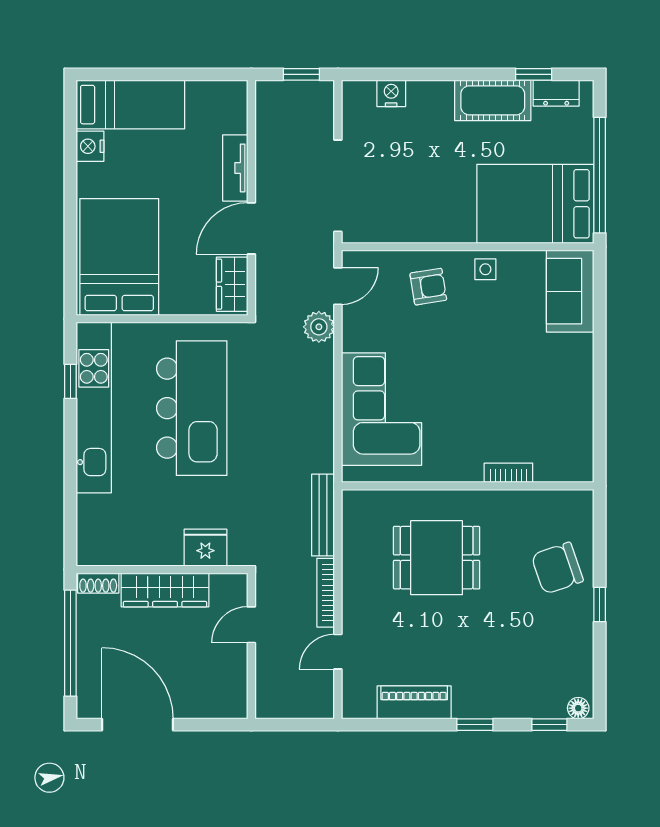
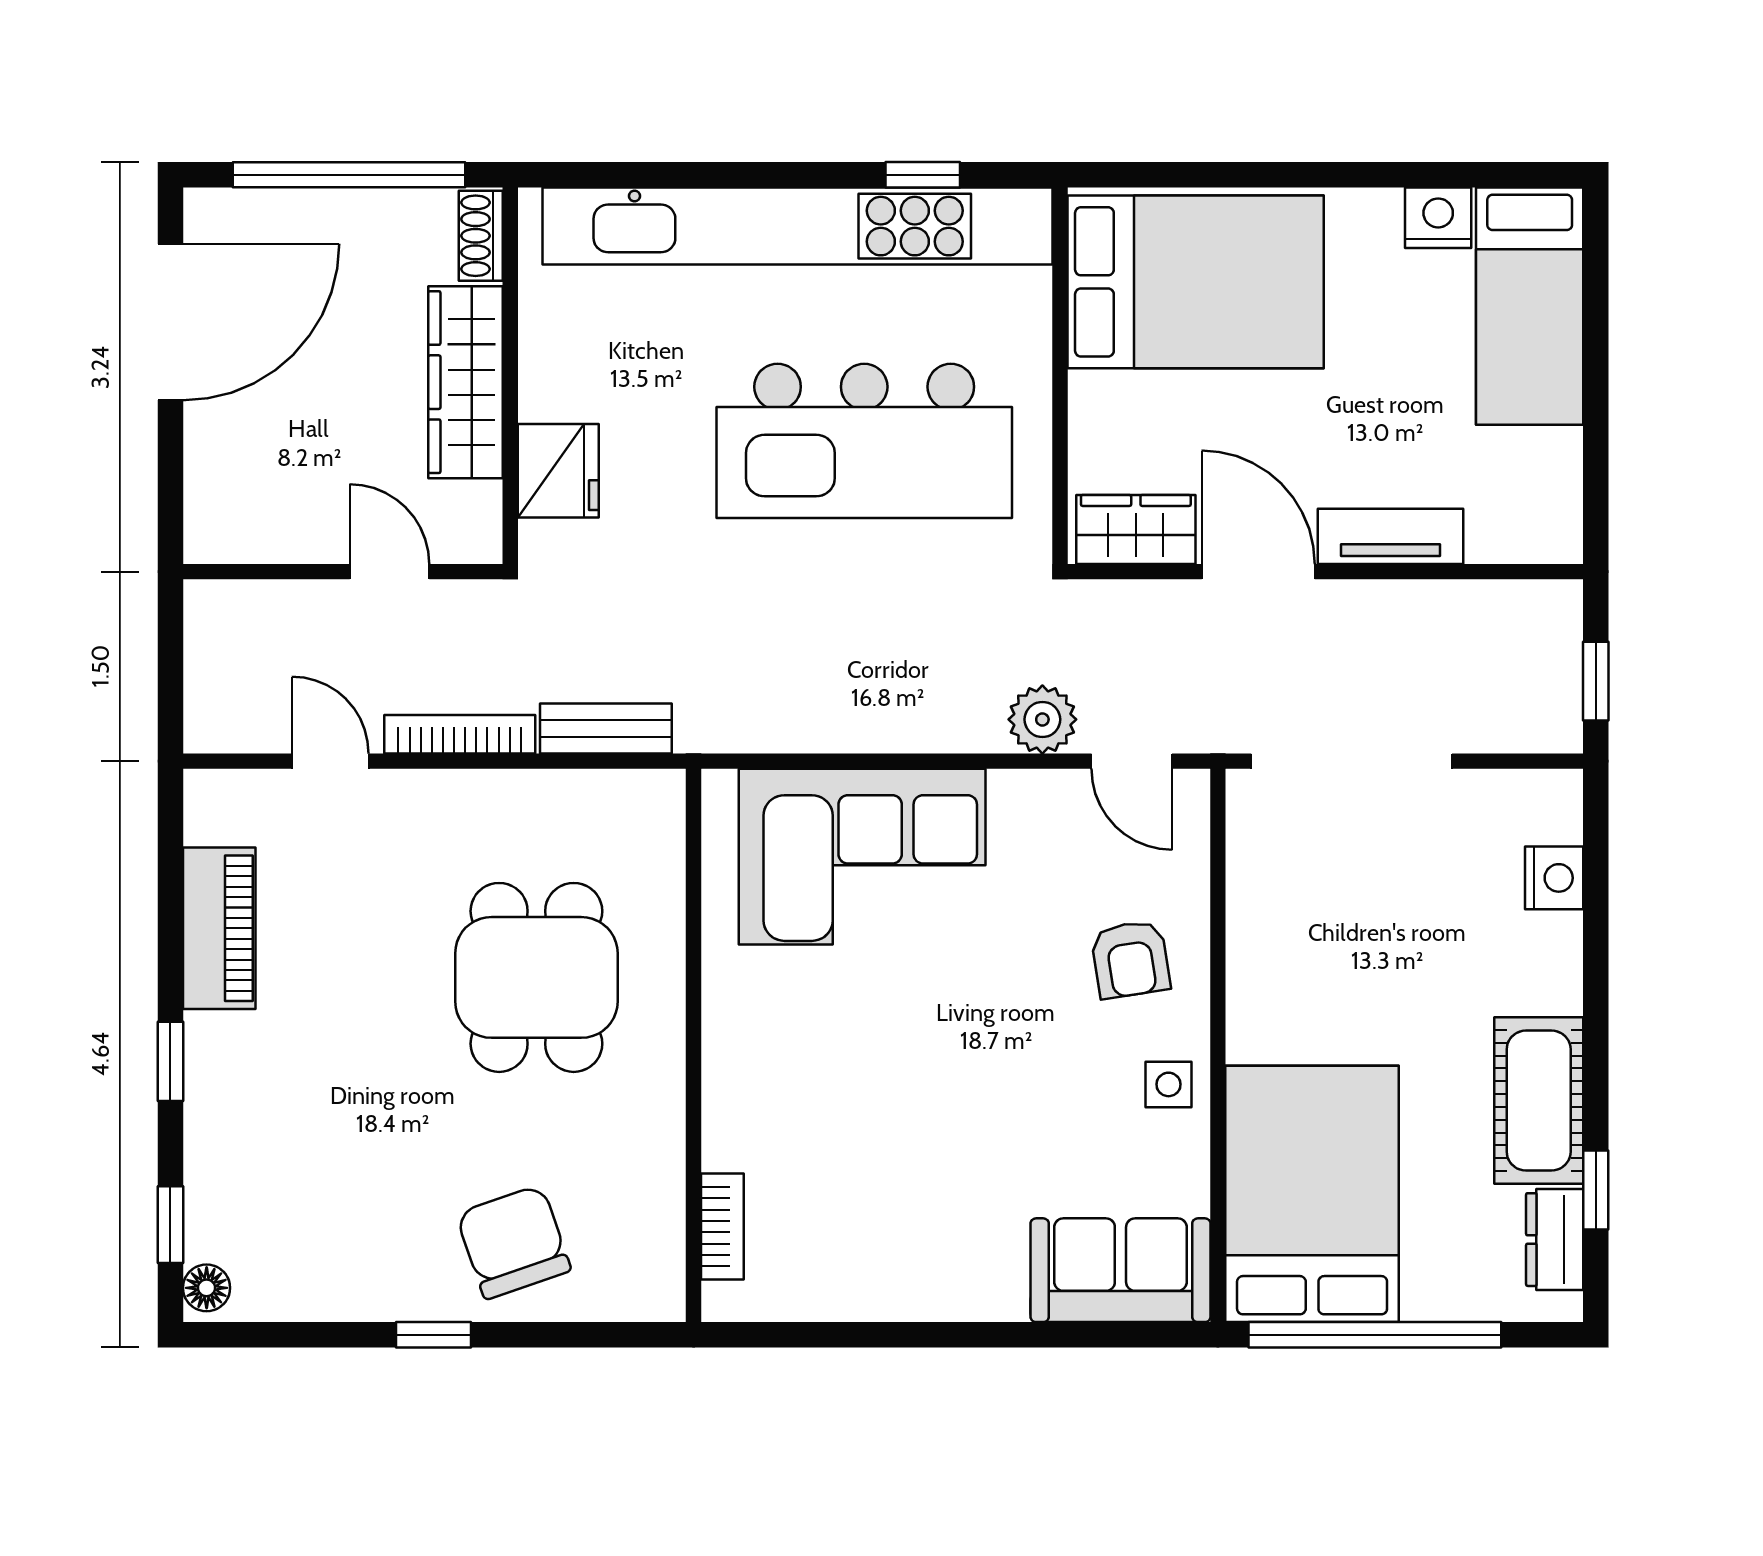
kitchen unit: (94, 408) -> (798, 226), width x1.36
bookcase: (508, 473) -> (722, 1227), moved
bench: (323, 515) -> (606, 728), width x0.73

